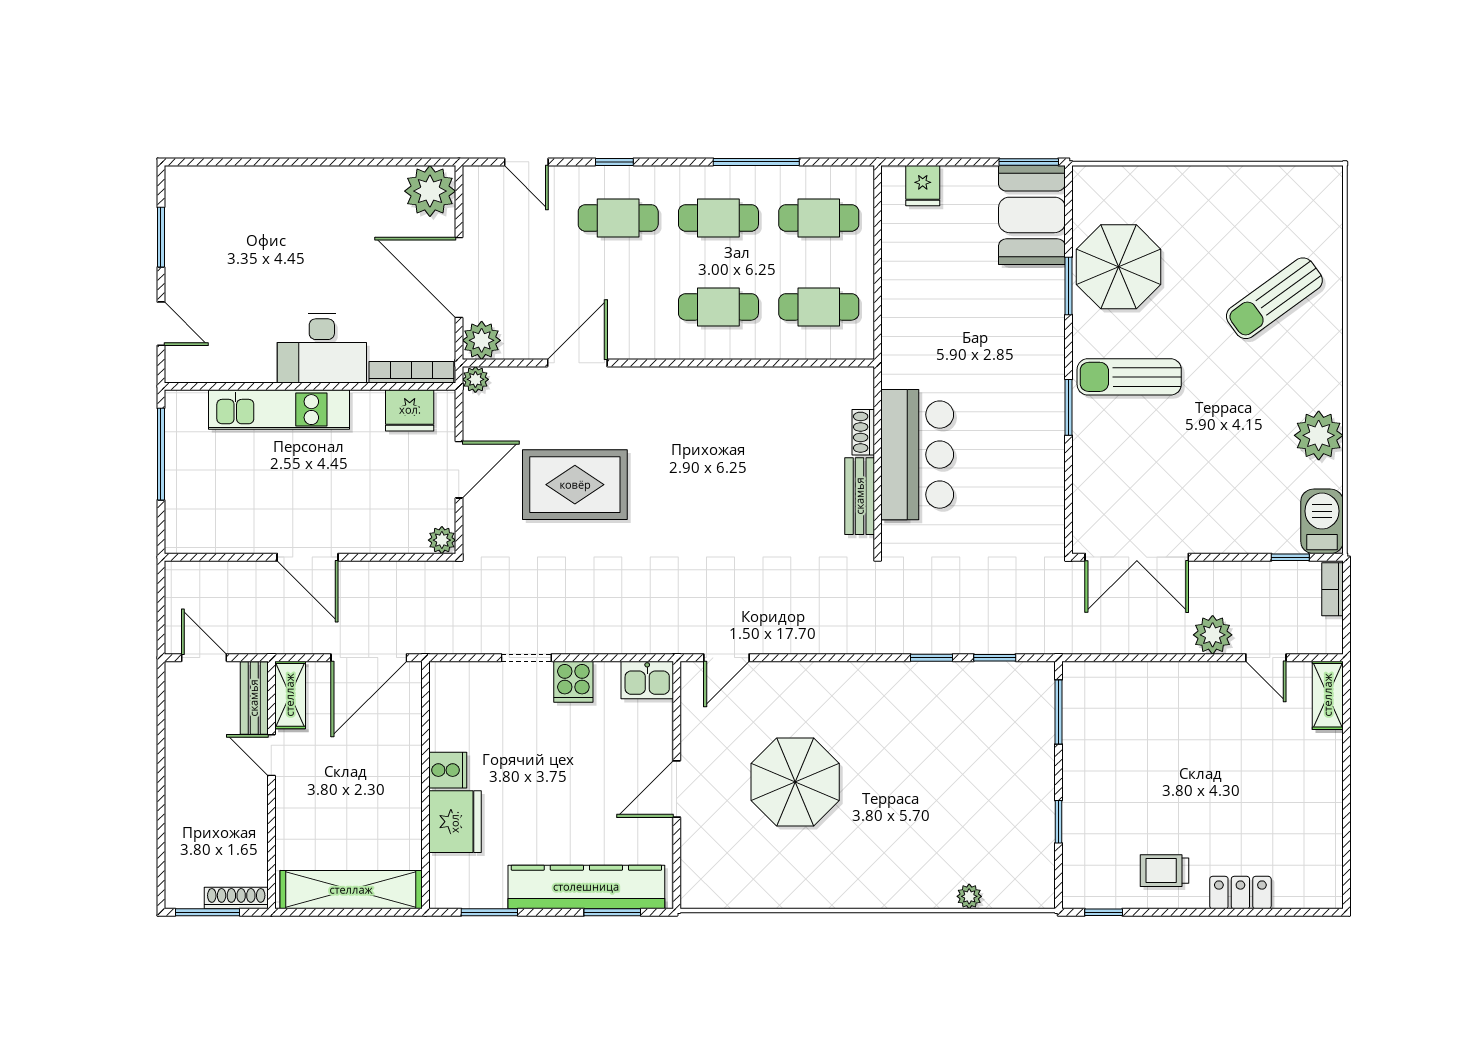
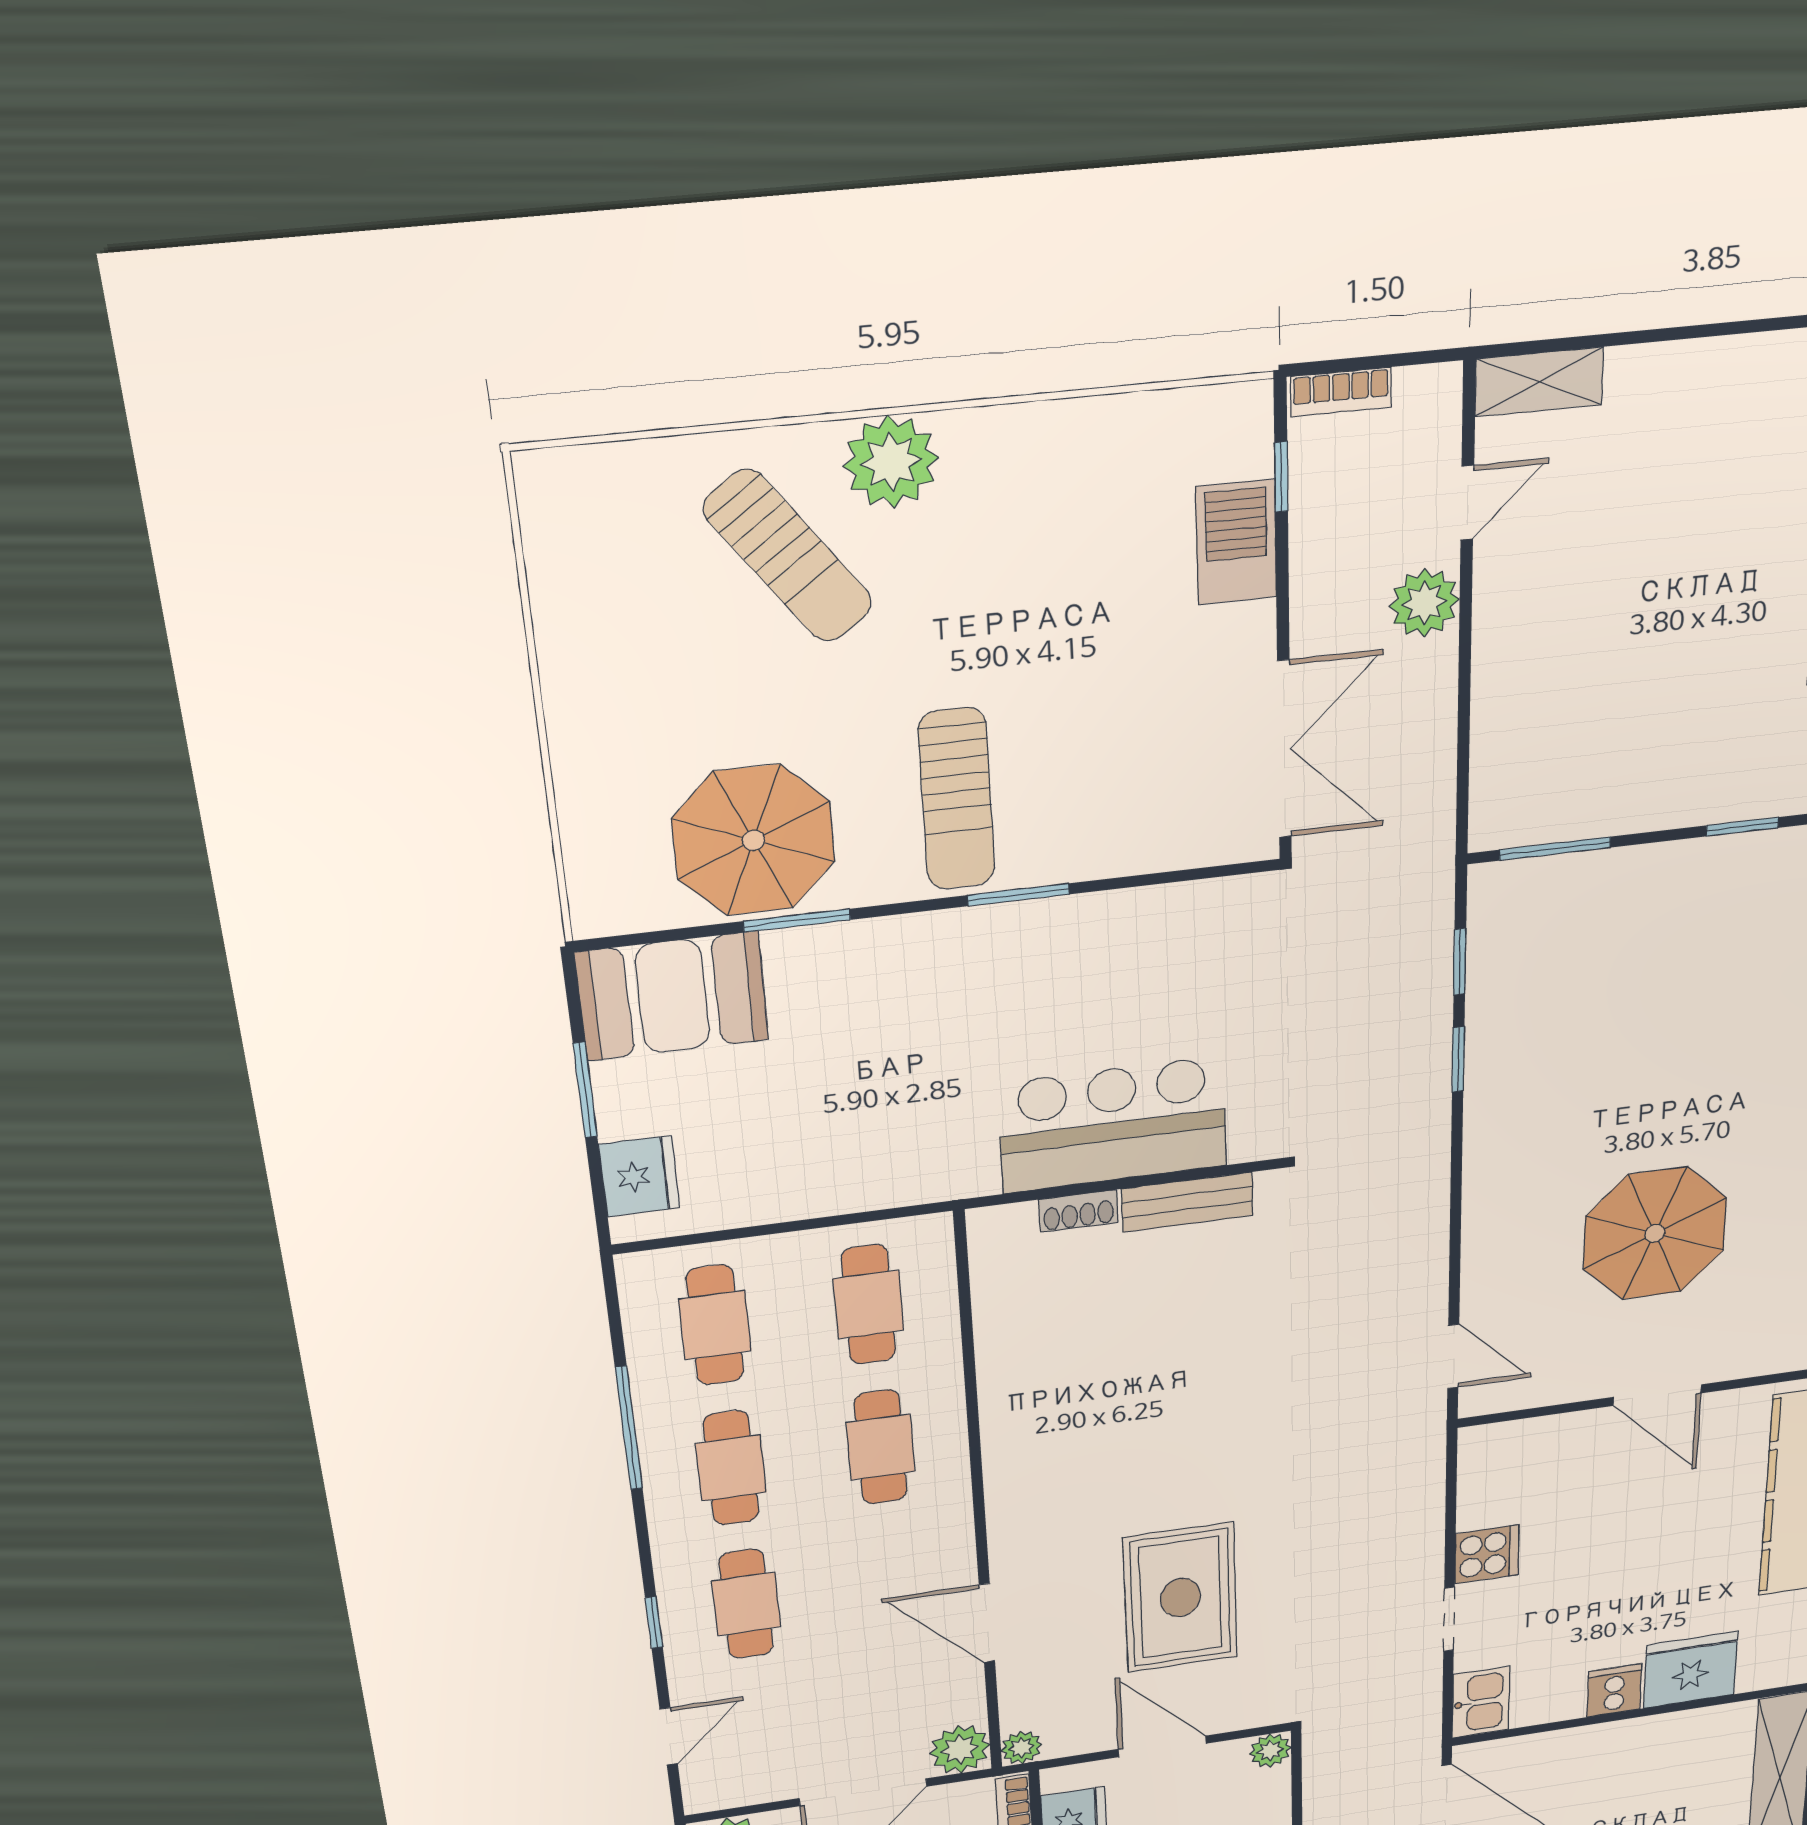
window: (1029, 162) -> (585, 1090), moved
fridge: (923, 186) -> (639, 1176), width x1.38
plant: (1319, 435) -> (891, 462), moved
barbecue: (1322, 521) -> (1236, 542), moved, turned 90
kitchen sink: (647, 680) -> (1481, 1702), moved

